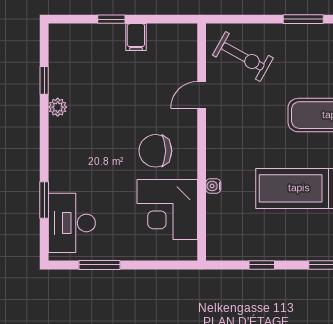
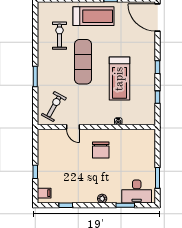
filing cabinet: (136, 37) -> (44, 193), moved
plant: (58, 107) -> (102, 199), moved
corner desk: (167, 210) -> (130, 144), removed

